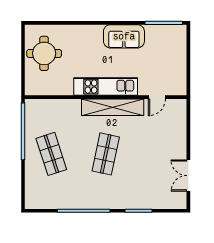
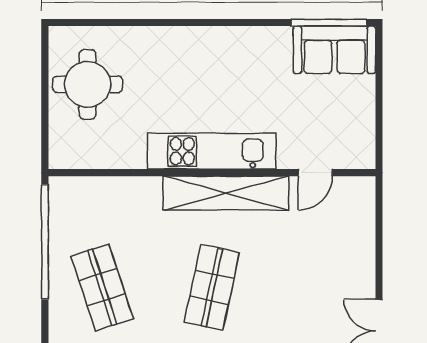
sofa: (124, 36) -> (334, 50), moved

